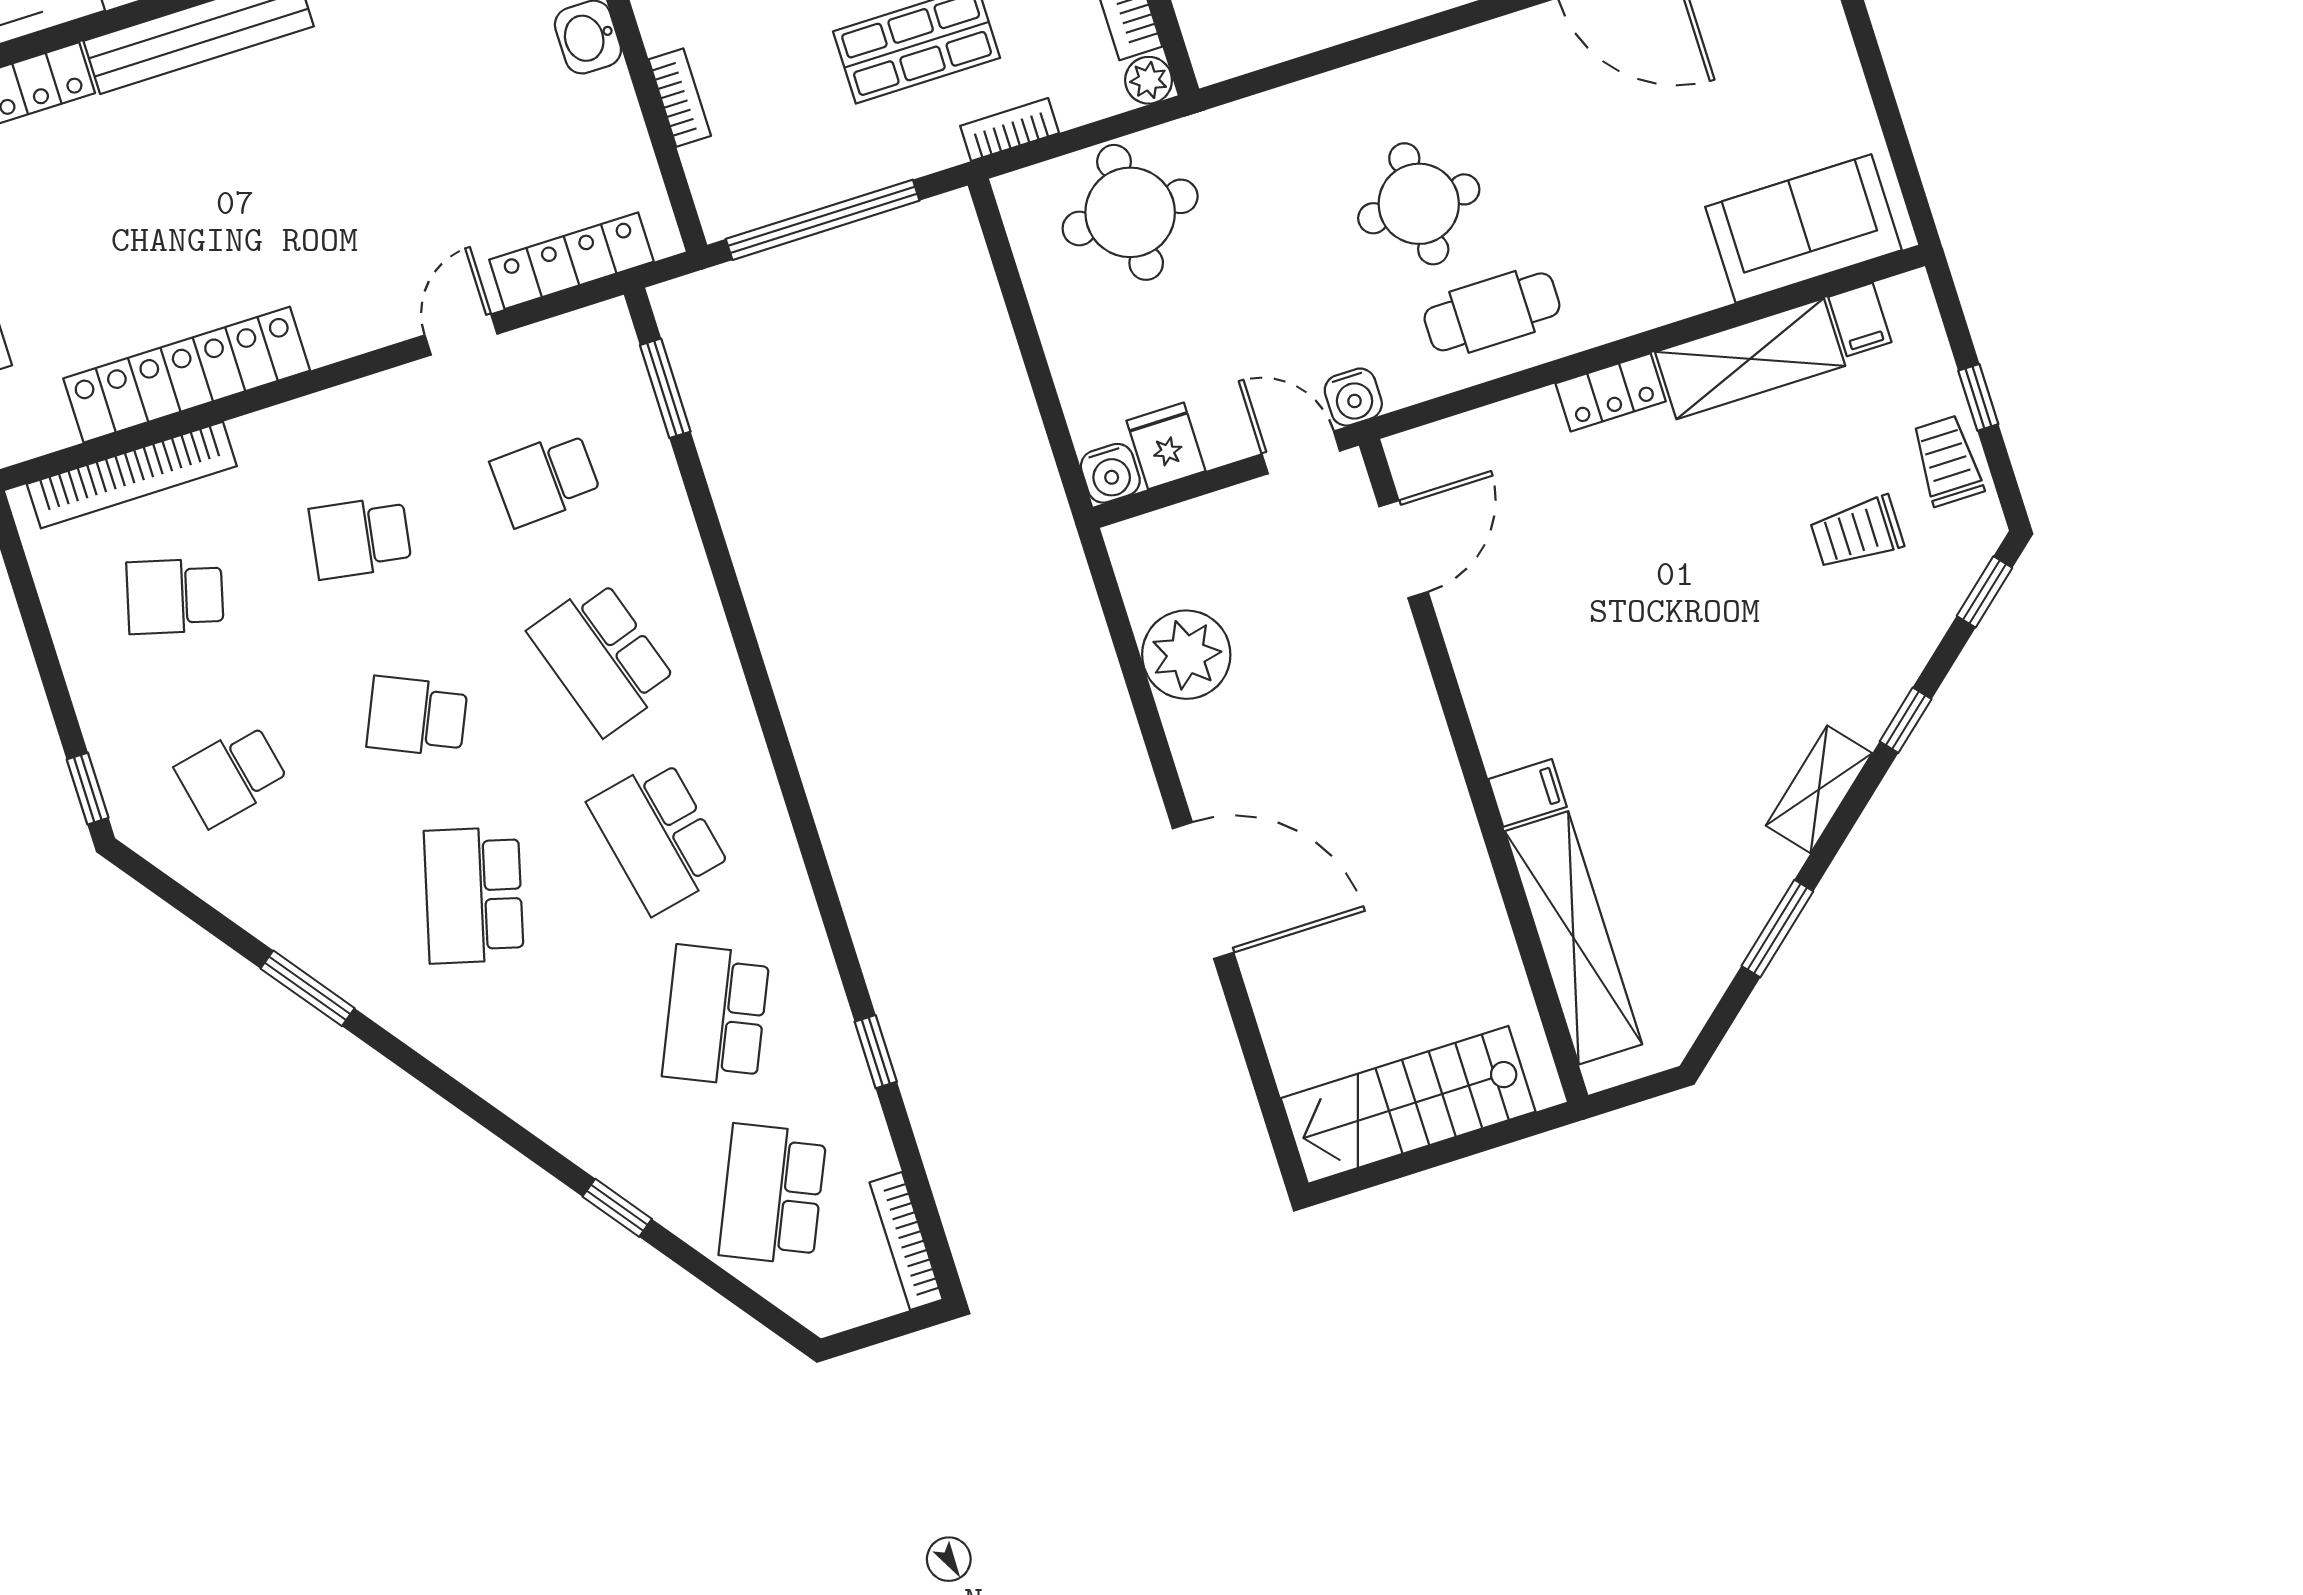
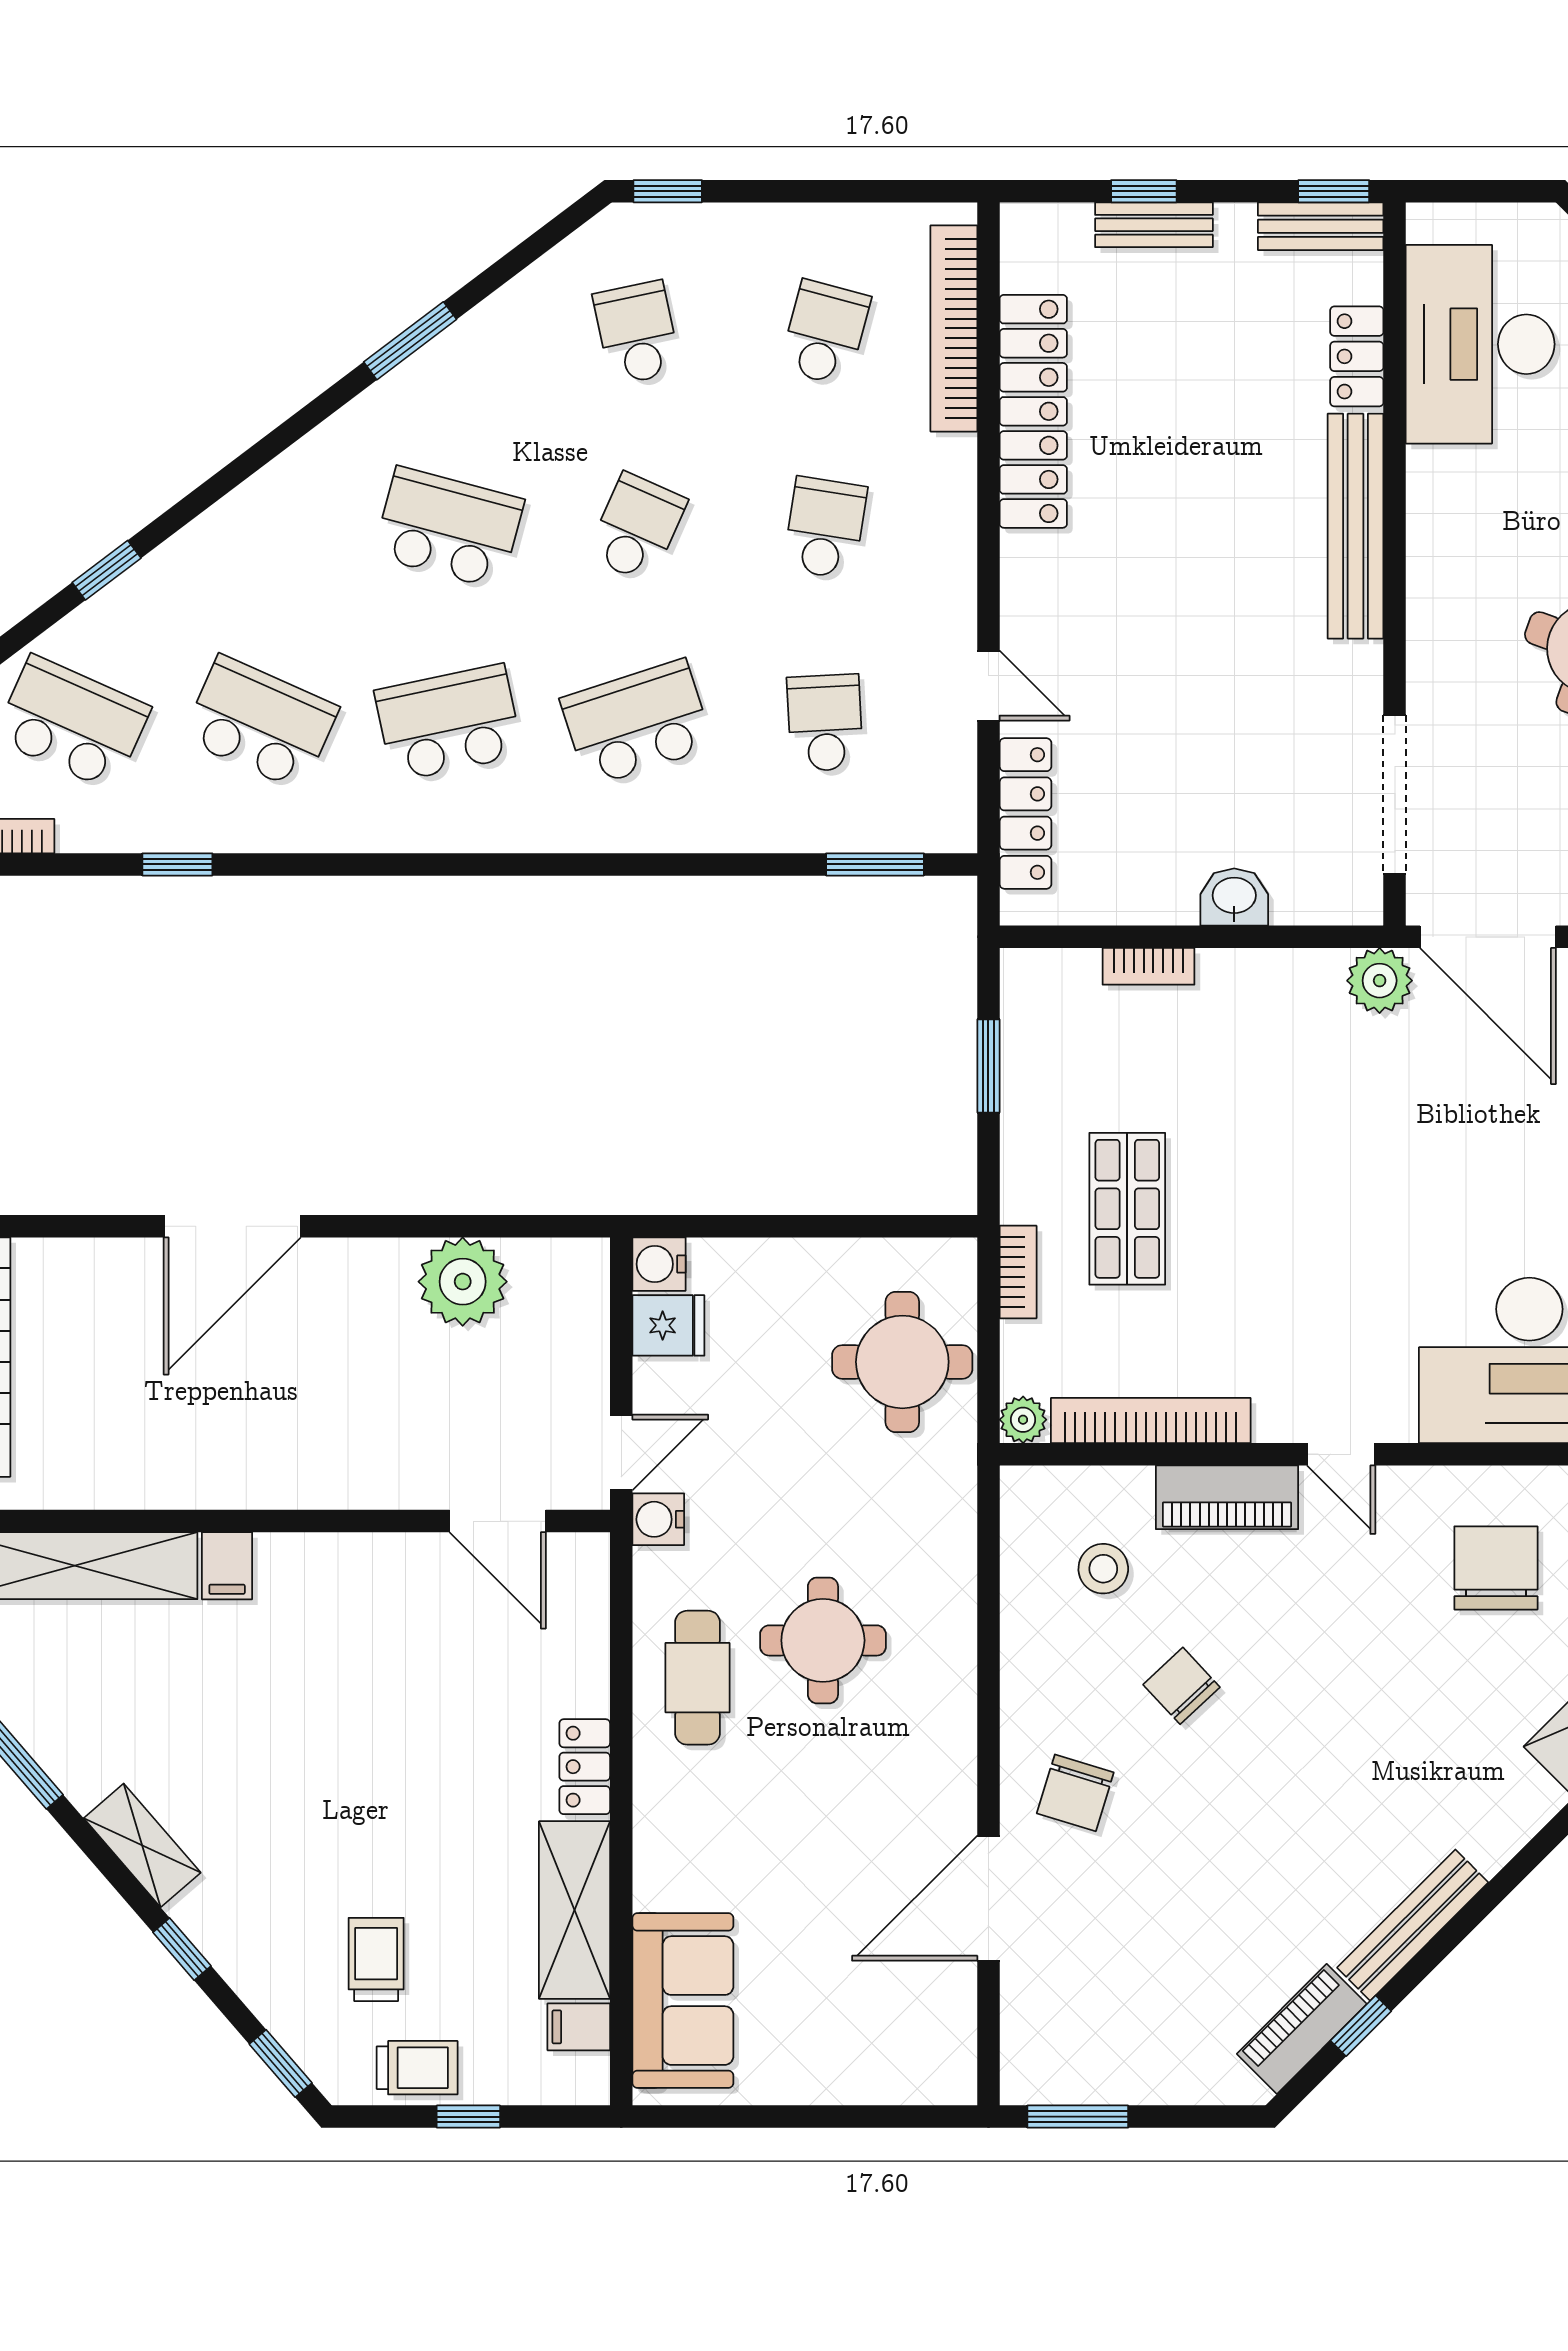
window: (823, 220) -> (988, 1066), width x0.47

